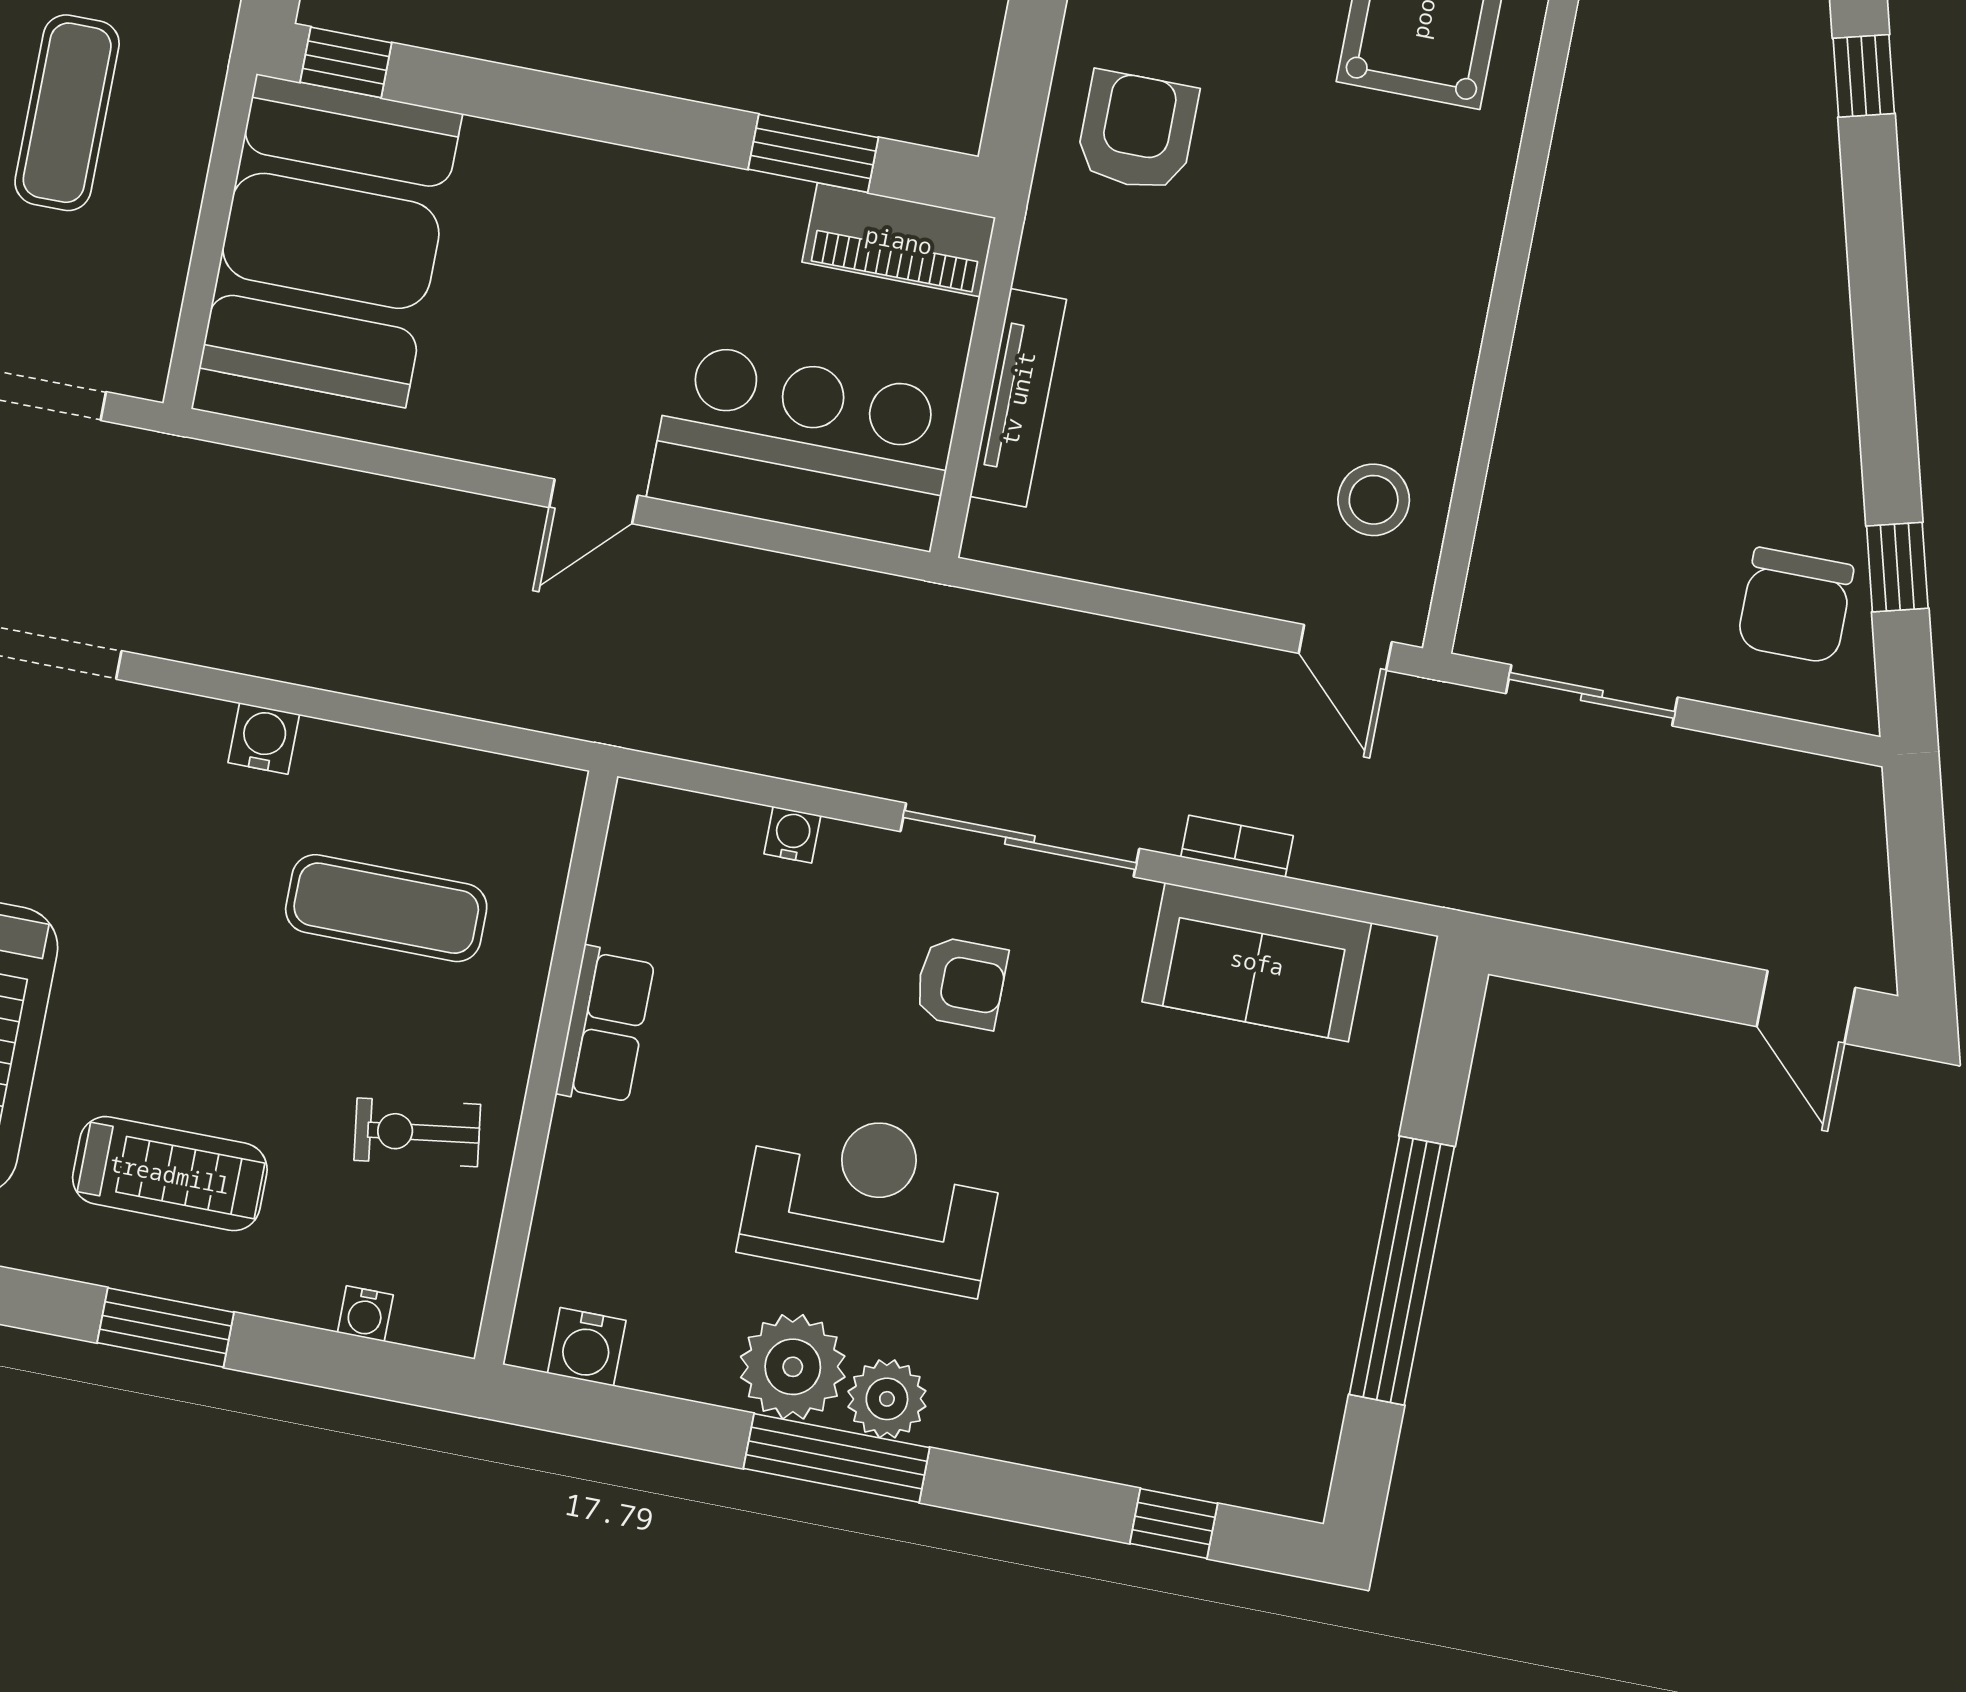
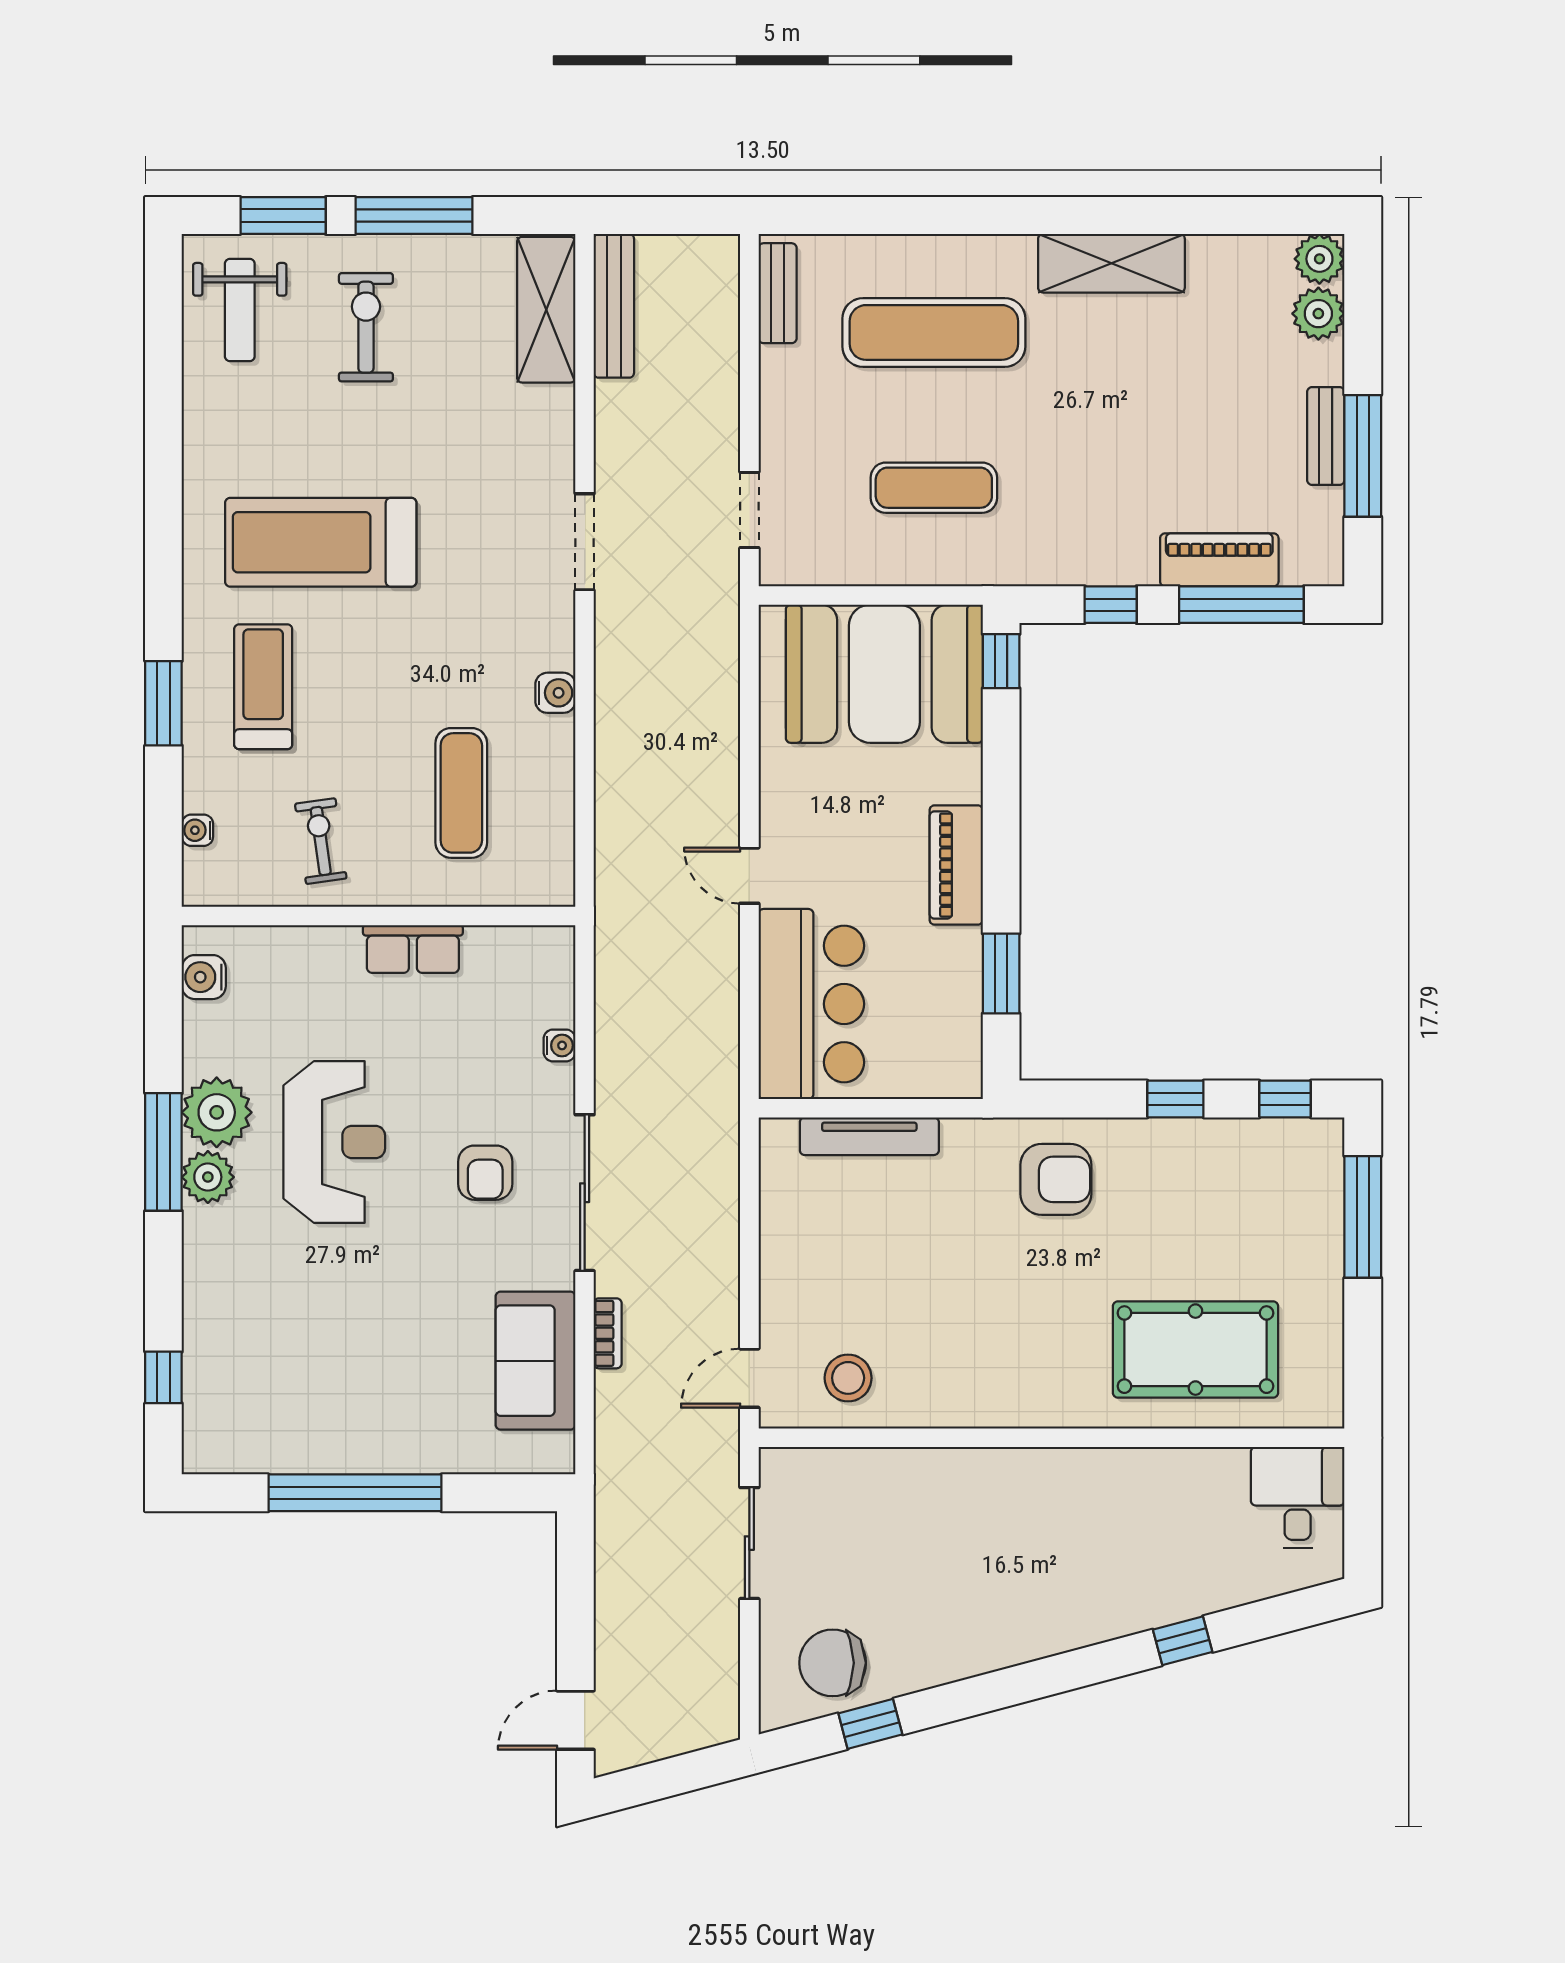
piano: (899, 240) -> (956, 865), moved
treadmill: (170, 1174) -> (263, 687), turned 180

